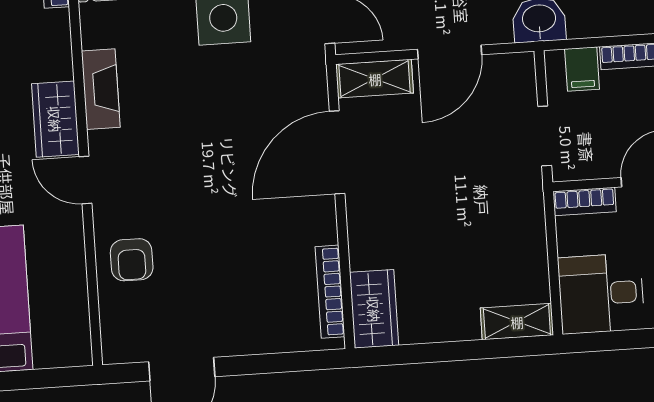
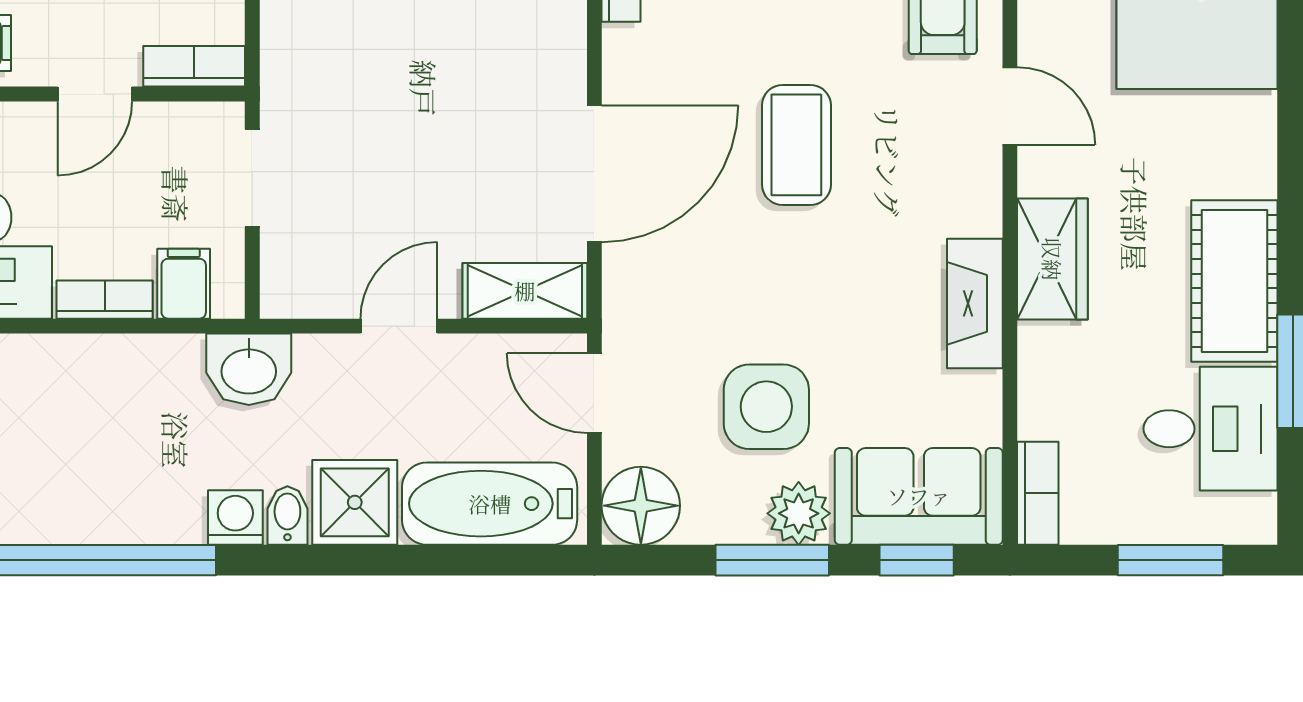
door: (450, 52) -> (399, 326), width x0.73
coffee table: (215, 178) -> (796, 145), added
door: (85, 180) -> (1010, 106), moved

